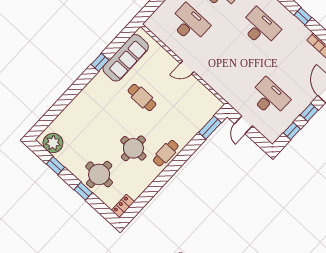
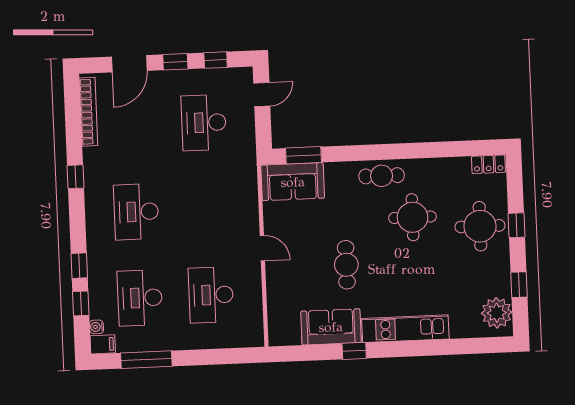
sofa: (126, 58) -> (331, 327), width x0.73
kitchen unit: (87, 95) -> (405, 329), added
sofa: (203, 111) -> (293, 182), added
door: (243, 125) -> (262, 95), moved

